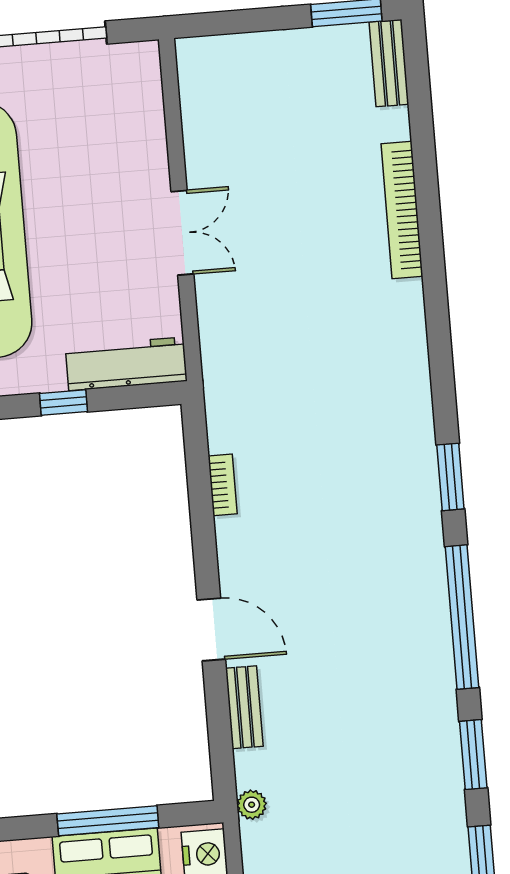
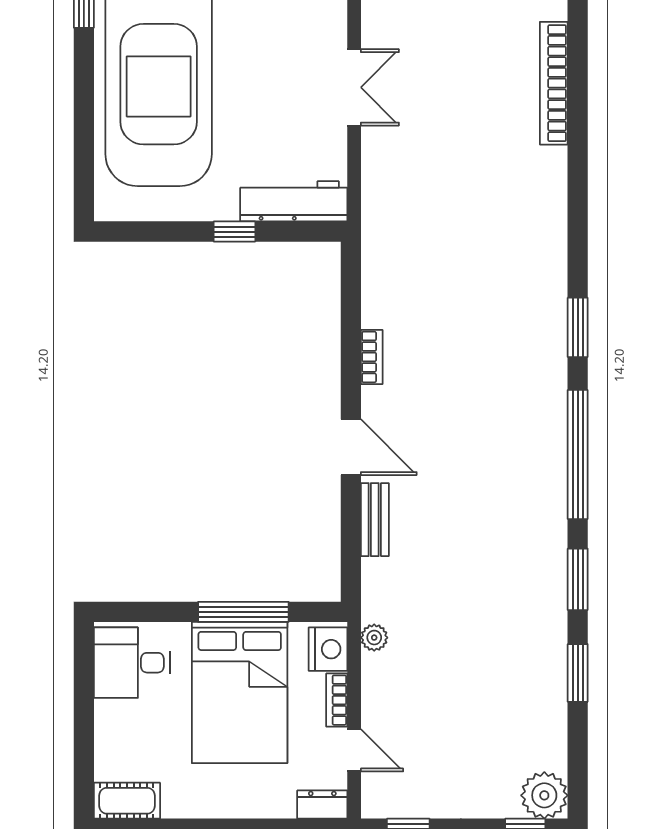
bookcase: (223, 485) -> (372, 357), moved
plant: (252, 805) -> (374, 638), moved

